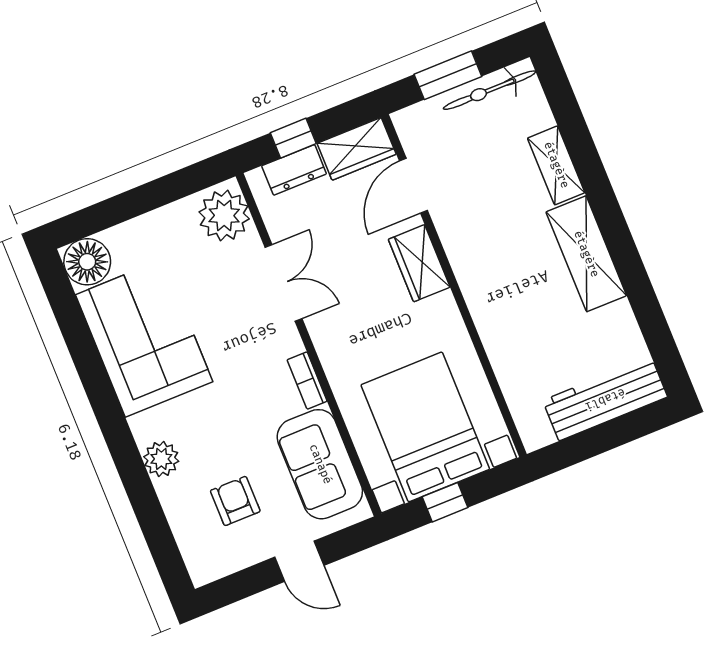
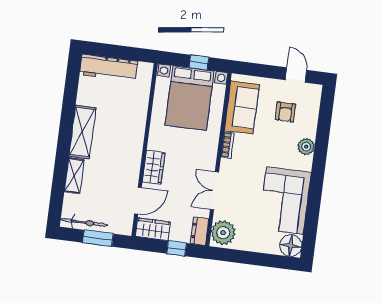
dresser: (294, 170) -> (200, 231), moved, turned -90
door: (299, 561) -> (296, 75), moved

